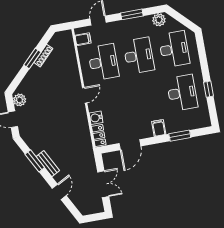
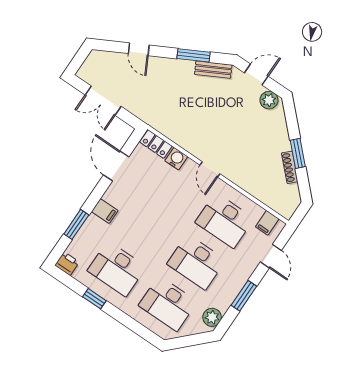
printer: (204, 121) -> (67, 264), added
bench: (48, 164) -> (213, 70), moved

